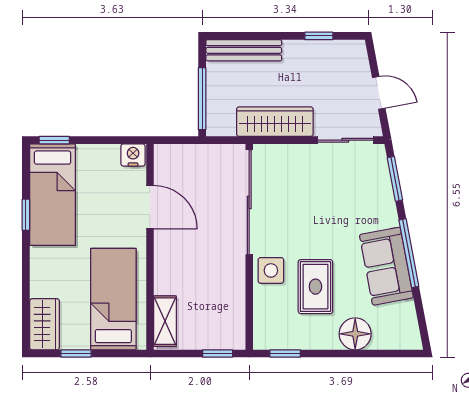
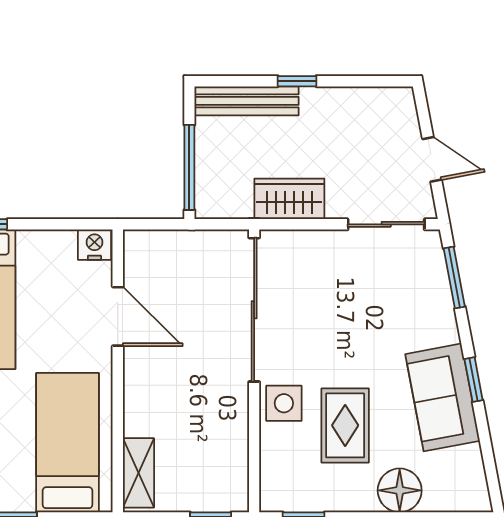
window: (319, 36) -> (297, 81), moved
wardrobe: (275, 122) -> (289, 199), width x0.67
window: (409, 253) -> (474, 380), width x0.46

